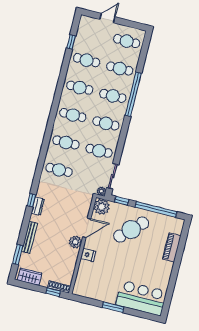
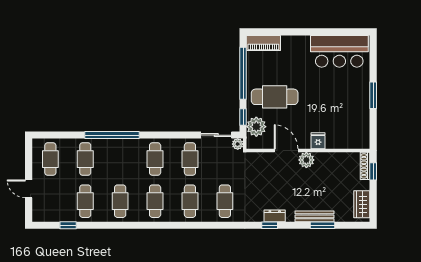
cafe table: (113, 96) -> (120, 159), removed
plant: (102, 207) -> (256, 127), moved
cafe table: (131, 230) -> (275, 97), turned -46
piano: (172, 247) -> (263, 43), moved
window: (18, 255) -> (323, 225), moved
bar counter: (141, 298) -> (339, 51), moved, turned -90

